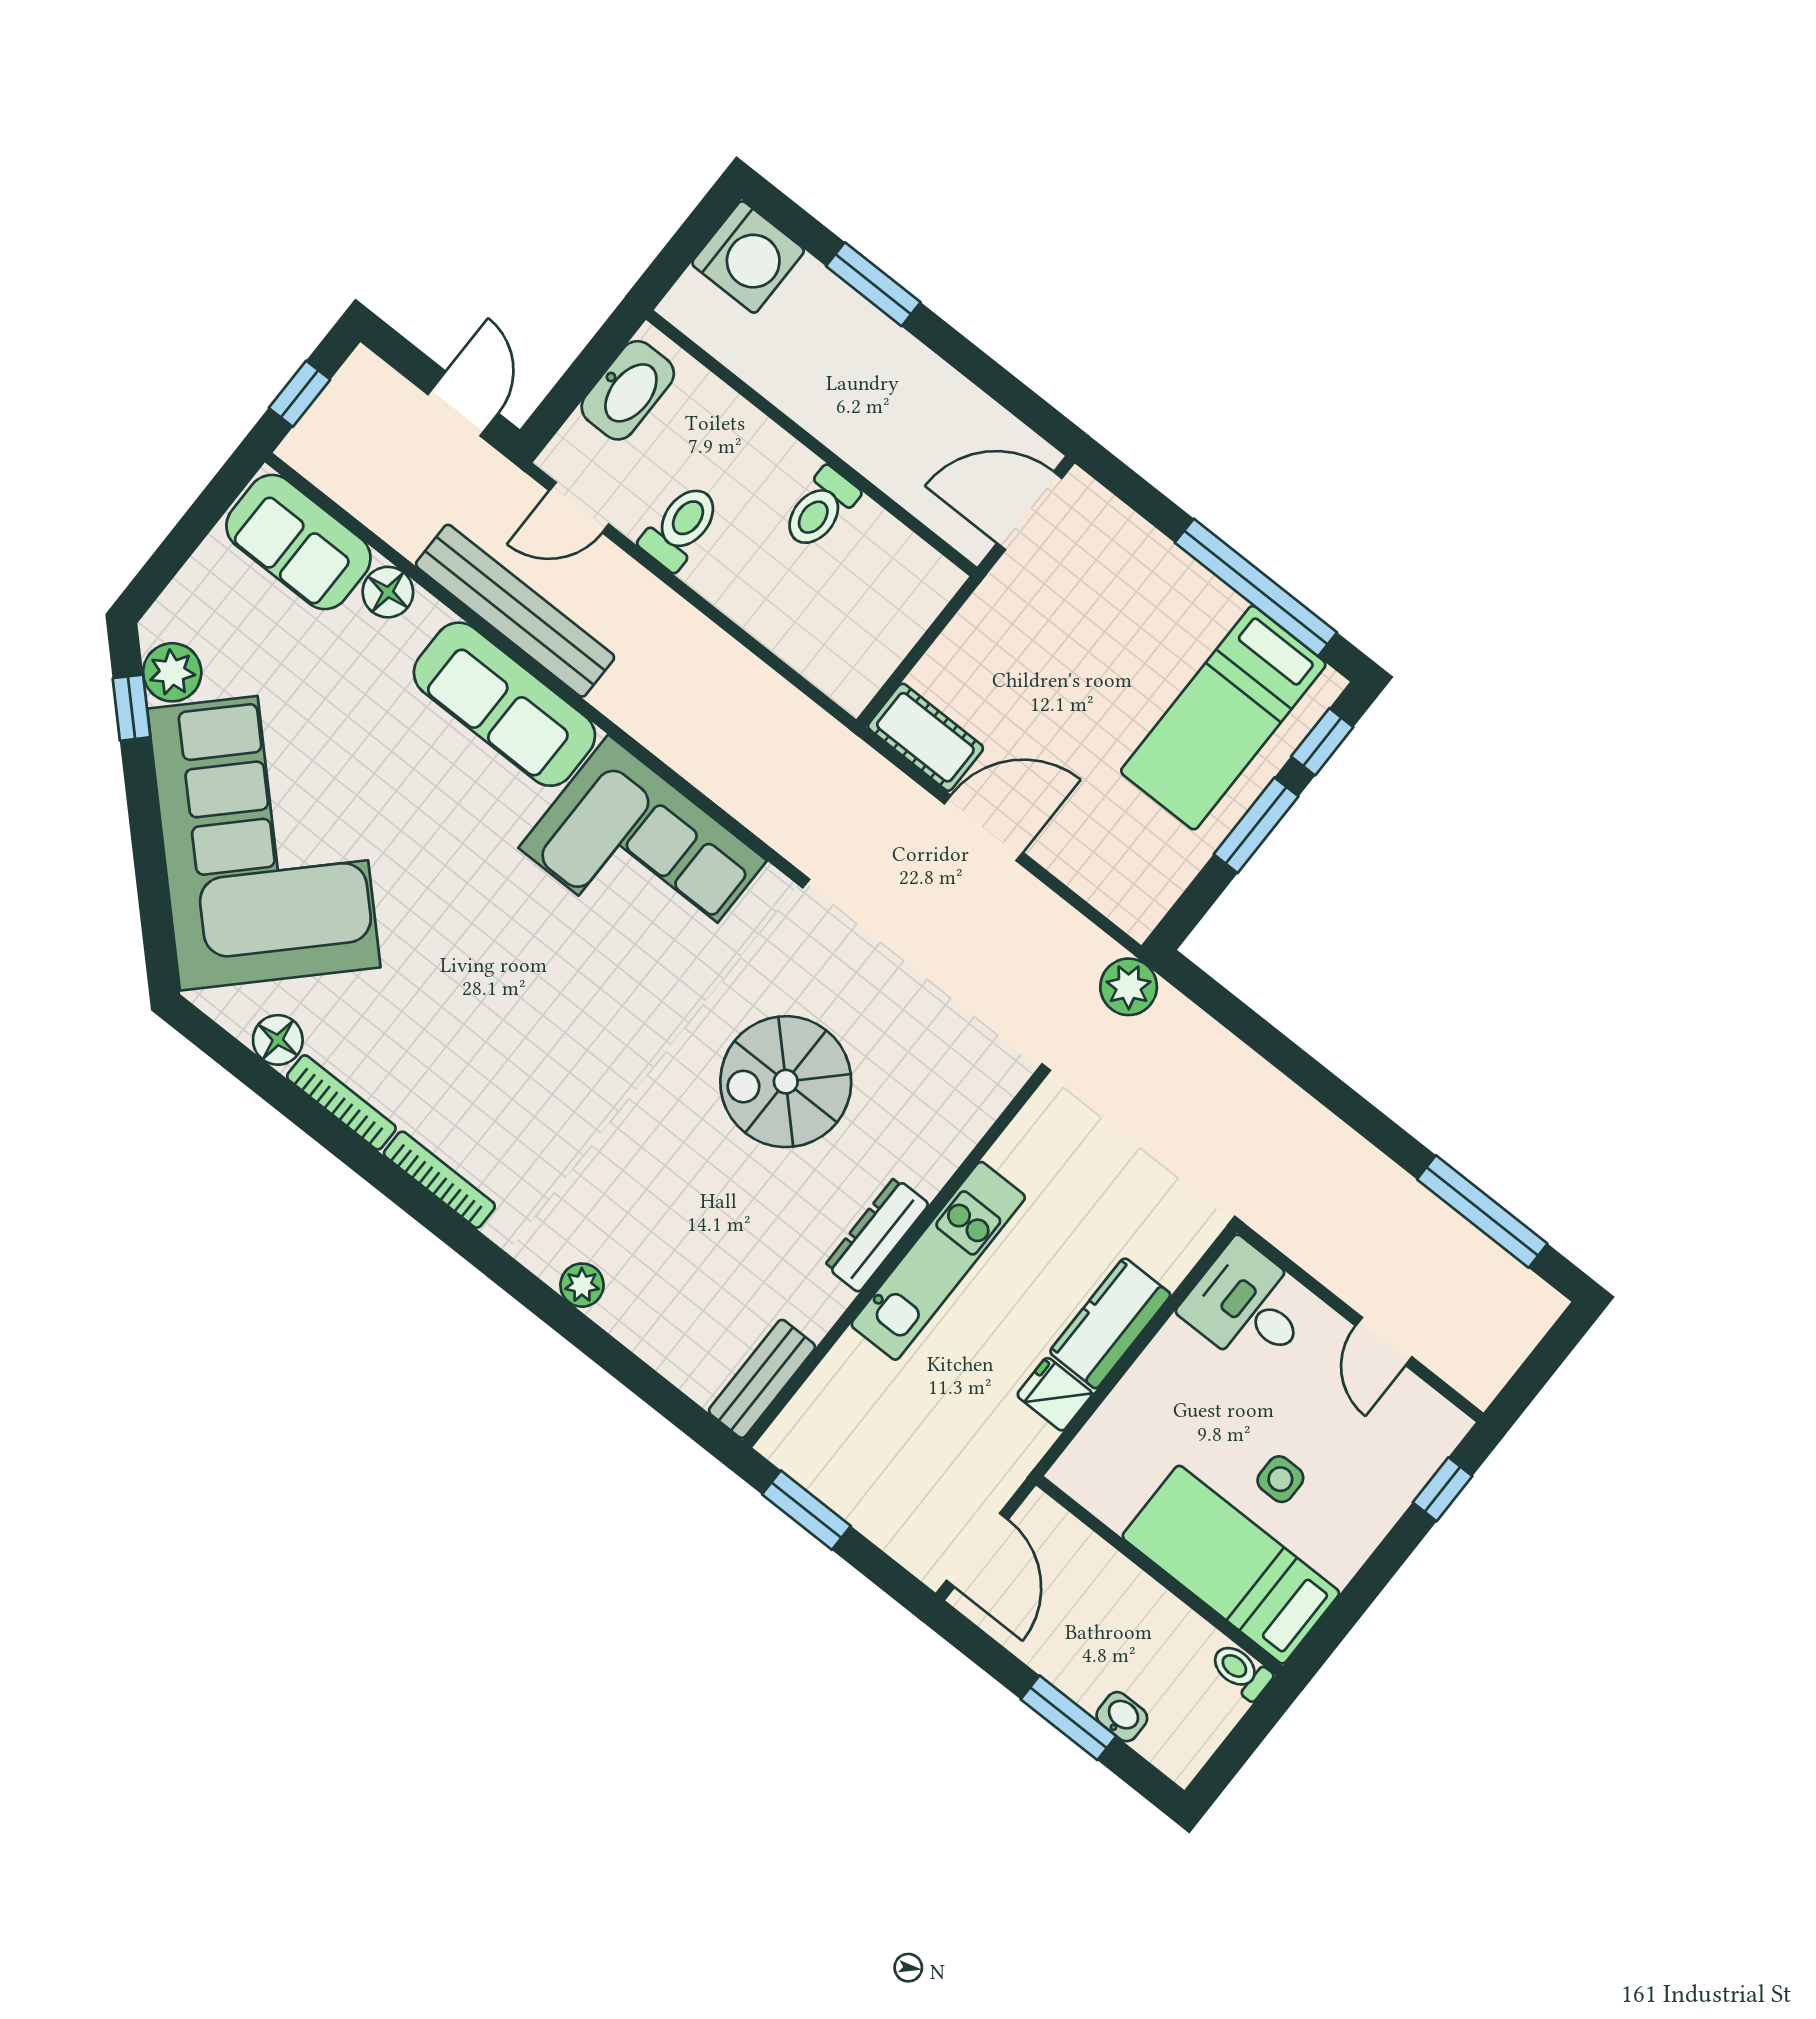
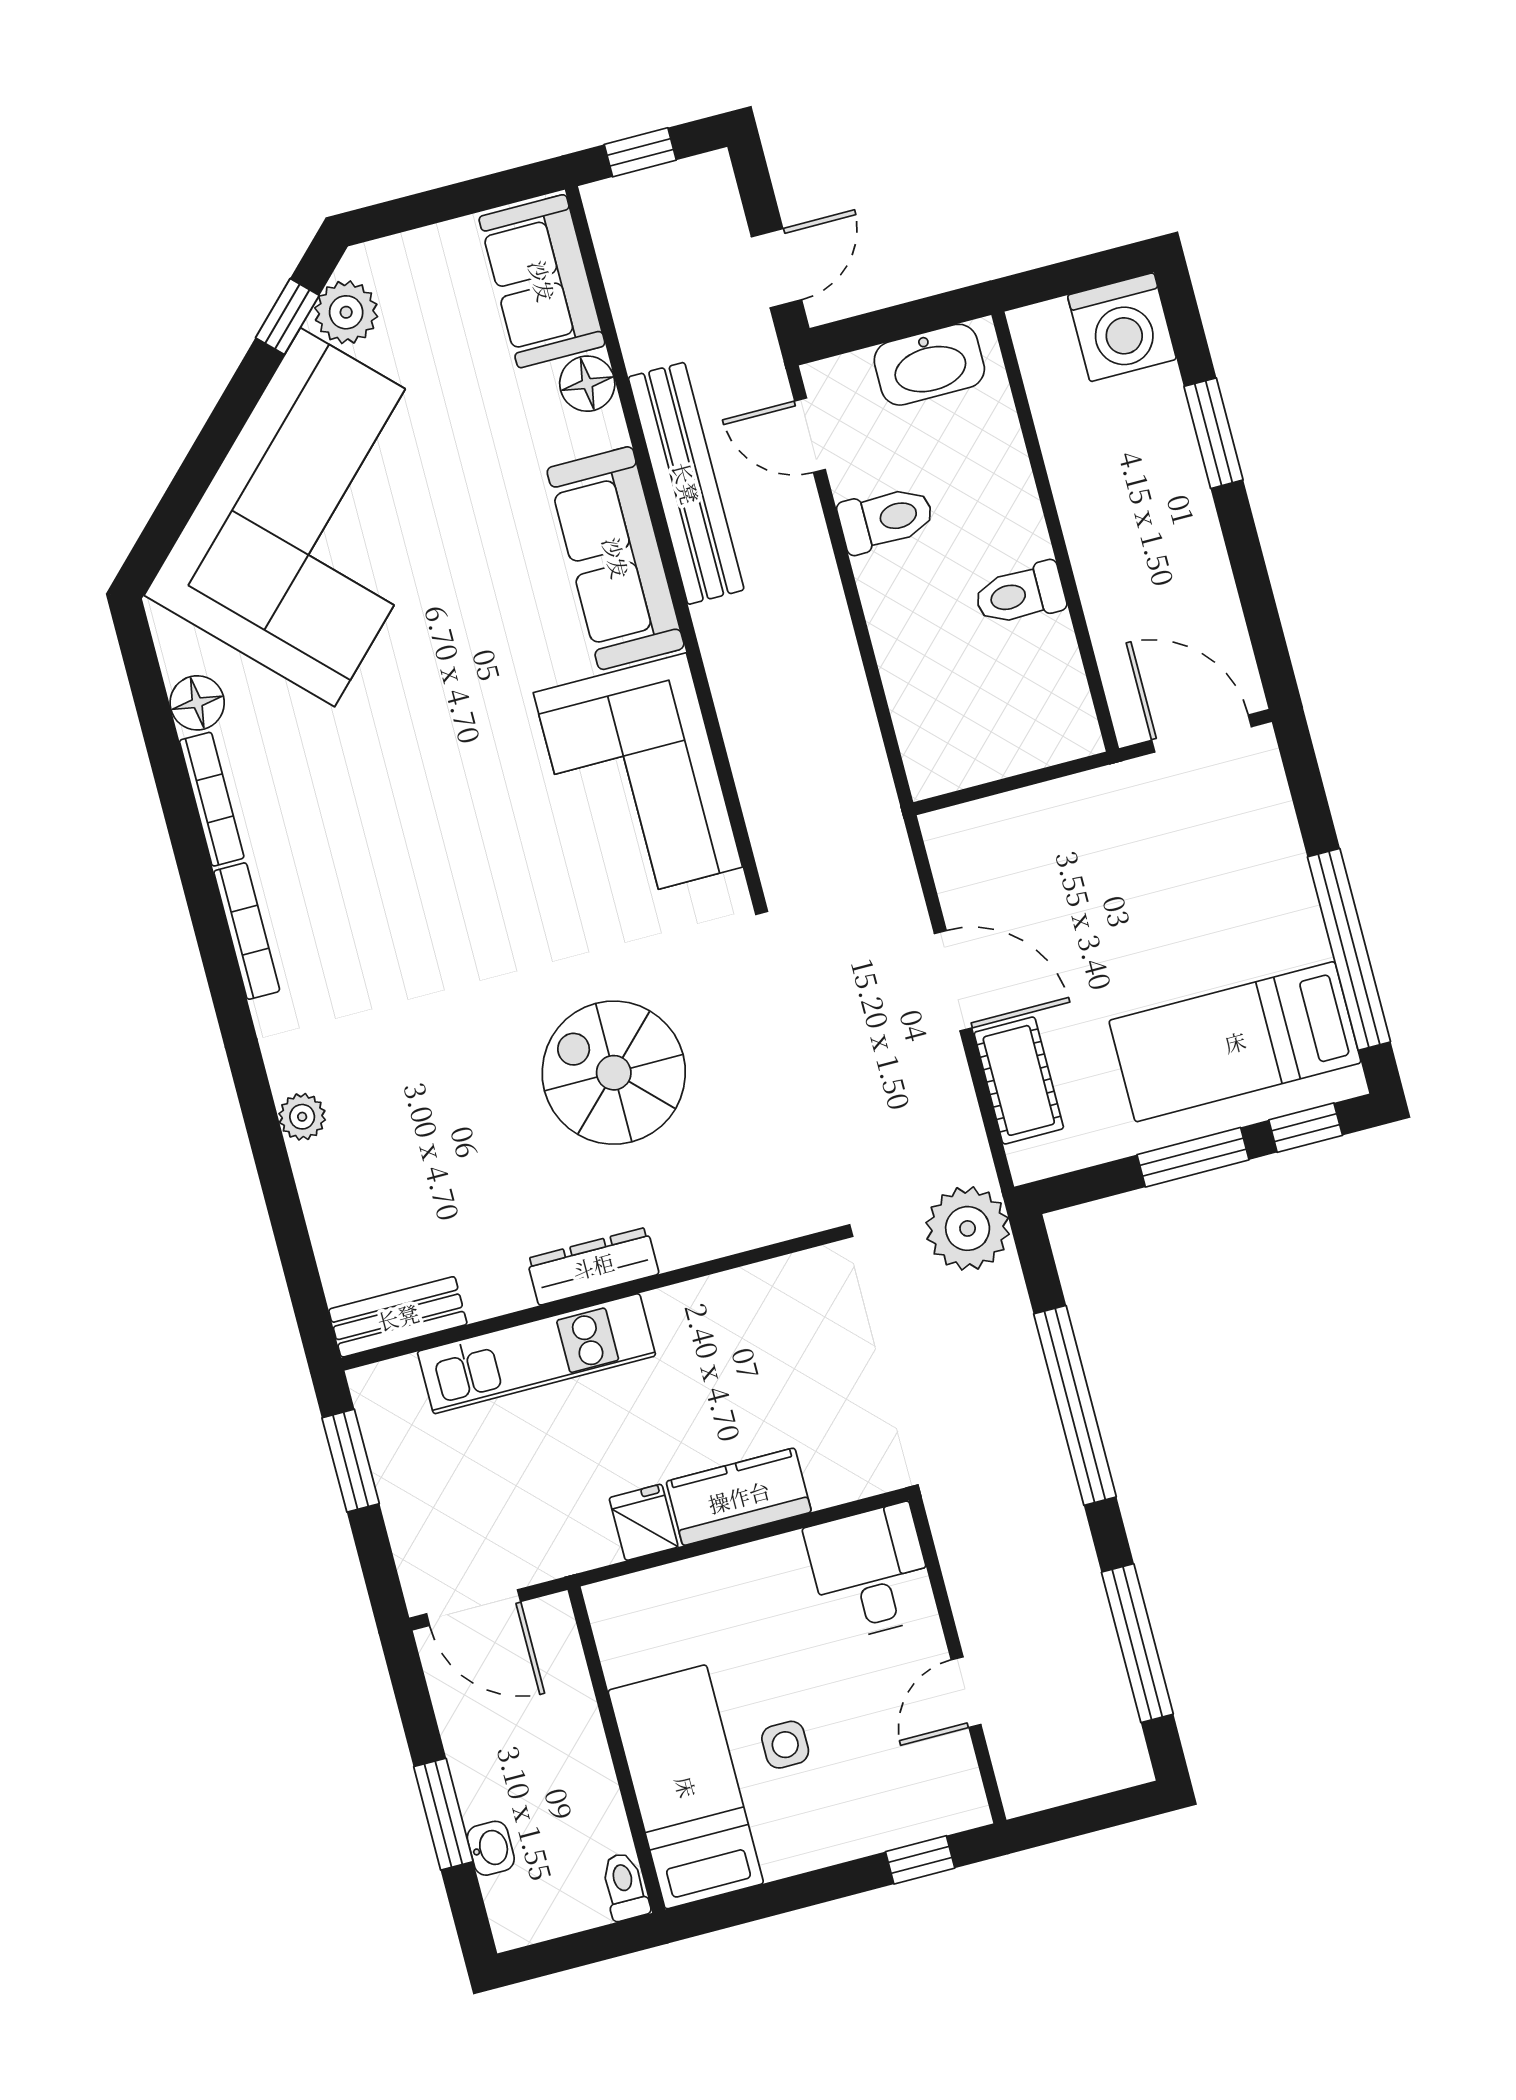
cot: (925, 737) -> (1019, 1080), moved
plant: (1129, 987) -> (968, 1228), width x1.36, depth x1.36
window: (1306, 1072) -> (1075, 1405), added
kitchen unit: (938, 1261) -> (536, 1354), moved
door: (977, 1550) -> (474, 1608), hinge flipped

